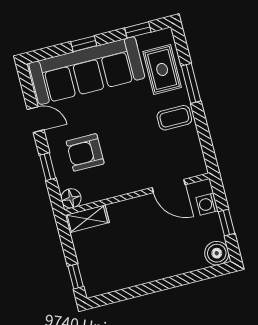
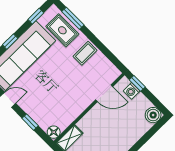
window: (191, 83) -> (73, 18), moved
armchair: (85, 152) -> (47, 102), removed
window: (226, 222) -> (137, 83), moved

